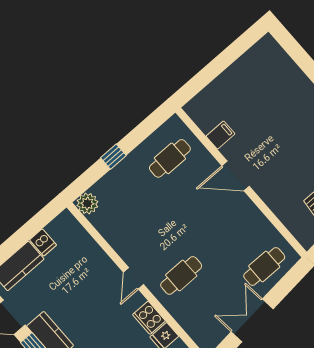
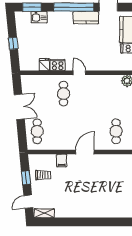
filing cabinet: (220, 135) -> (62, 161), moved

